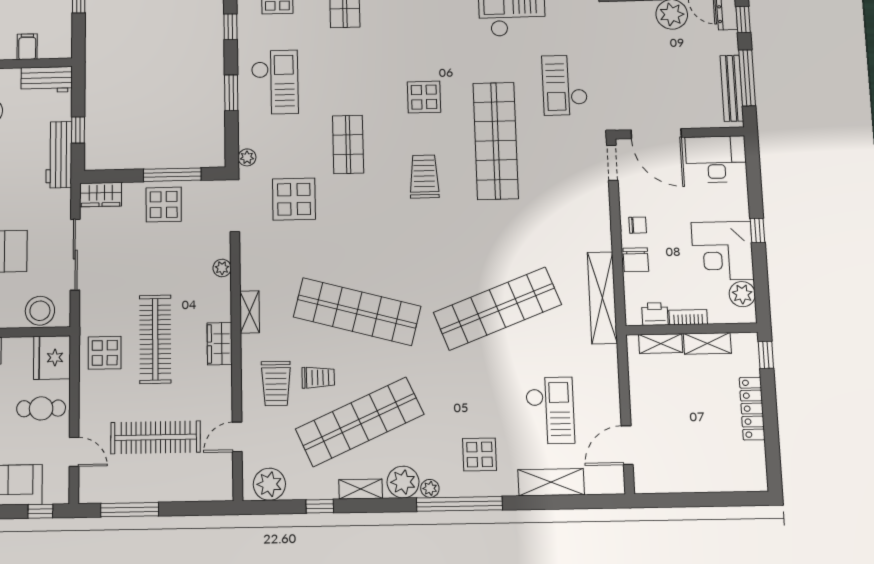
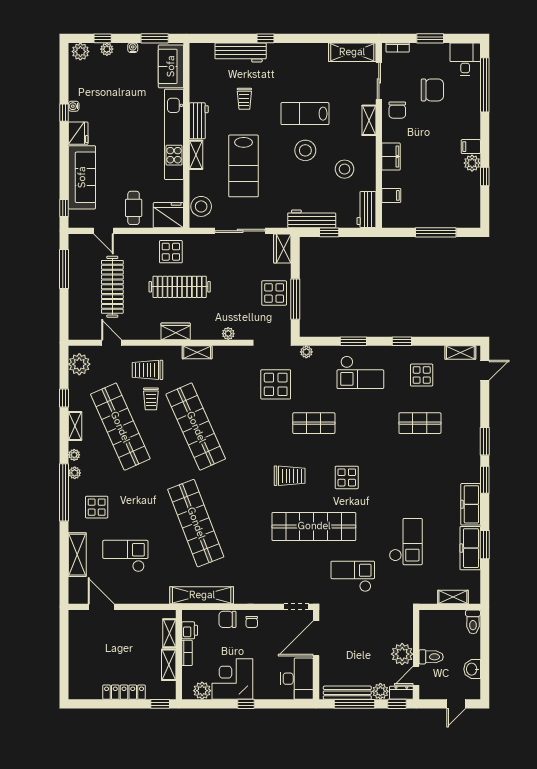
plant: (727, 43) -> (380, 691), added
shop shelf: (357, 312) -> (196, 427), turned -39
checkout: (550, 410) -> (125, 556), turned 180
door: (74, 452) -> (104, 231), hinge flipped
plant: (403, 482) -> (74, 455), width x0.53, depth x0.53

